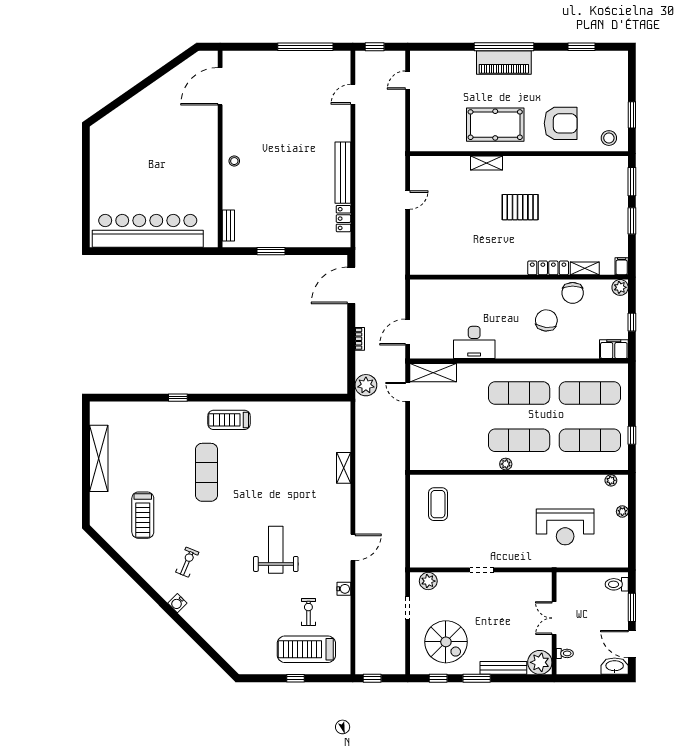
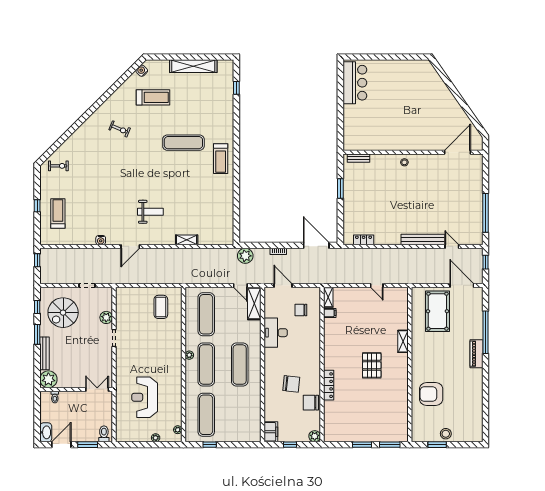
window: (504, 47) -> (486, 332), moved
window: (582, 47) -> (486, 409), removed
piano: (504, 62) -> (476, 354), width x0.73, depth x0.75
door: (408, 80) -> (462, 285), width x1.88
door: (220, 86) -> (457, 152), hinge flipped
armchair: (561, 123) -> (431, 394), turned 90
pool table: (495, 125) -> (437, 311), moved
stool: (609, 138) -> (446, 434), moved
bench: (343, 173) -> (423, 239), moved
bar counter: (148, 231) -> (355, 83), width x0.54
filing cabinet: (622, 266) -> (330, 313), moved
shelving: (585, 268) -> (328, 297), moved
chair: (442, 307) -> (301, 310), added
door: (408, 392) -> (240, 285), swing flipped
exercise mat: (590, 393) -> (206, 314), moved
window: (178, 398) -> (236, 88), moved
treadmill: (229, 420) -> (221, 159), turned 180
coffee table: (438, 504) -> (161, 307), turned 90
treadmill: (143, 515) -> (153, 97), turned 180
door: (353, 547) -> (130, 246), hinge flipped
weight bench: (276, 550) -> (150, 212), moved, width x0.73, depth x0.75
plant: (428, 581) -> (106, 317), moved
water cooler: (177, 603) -> (142, 71), moved
exercise bike: (308, 612) -> (58, 166), moved
double door: (554, 618) -> (97, 389), moved
treadmill: (306, 649) -> (58, 214), width x0.73, depth x0.73

